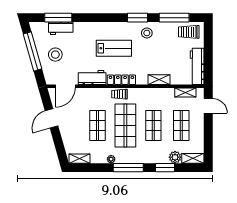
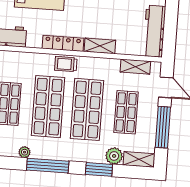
locker: (121, 80) -> (63, 43), moved
trolley: (120, 94) -> (66, 64), moved
shop shelf: (153, 126) -> (87, 109), width x1.43, depth x1.36
window: (208, 134) -> (163, 127), added

